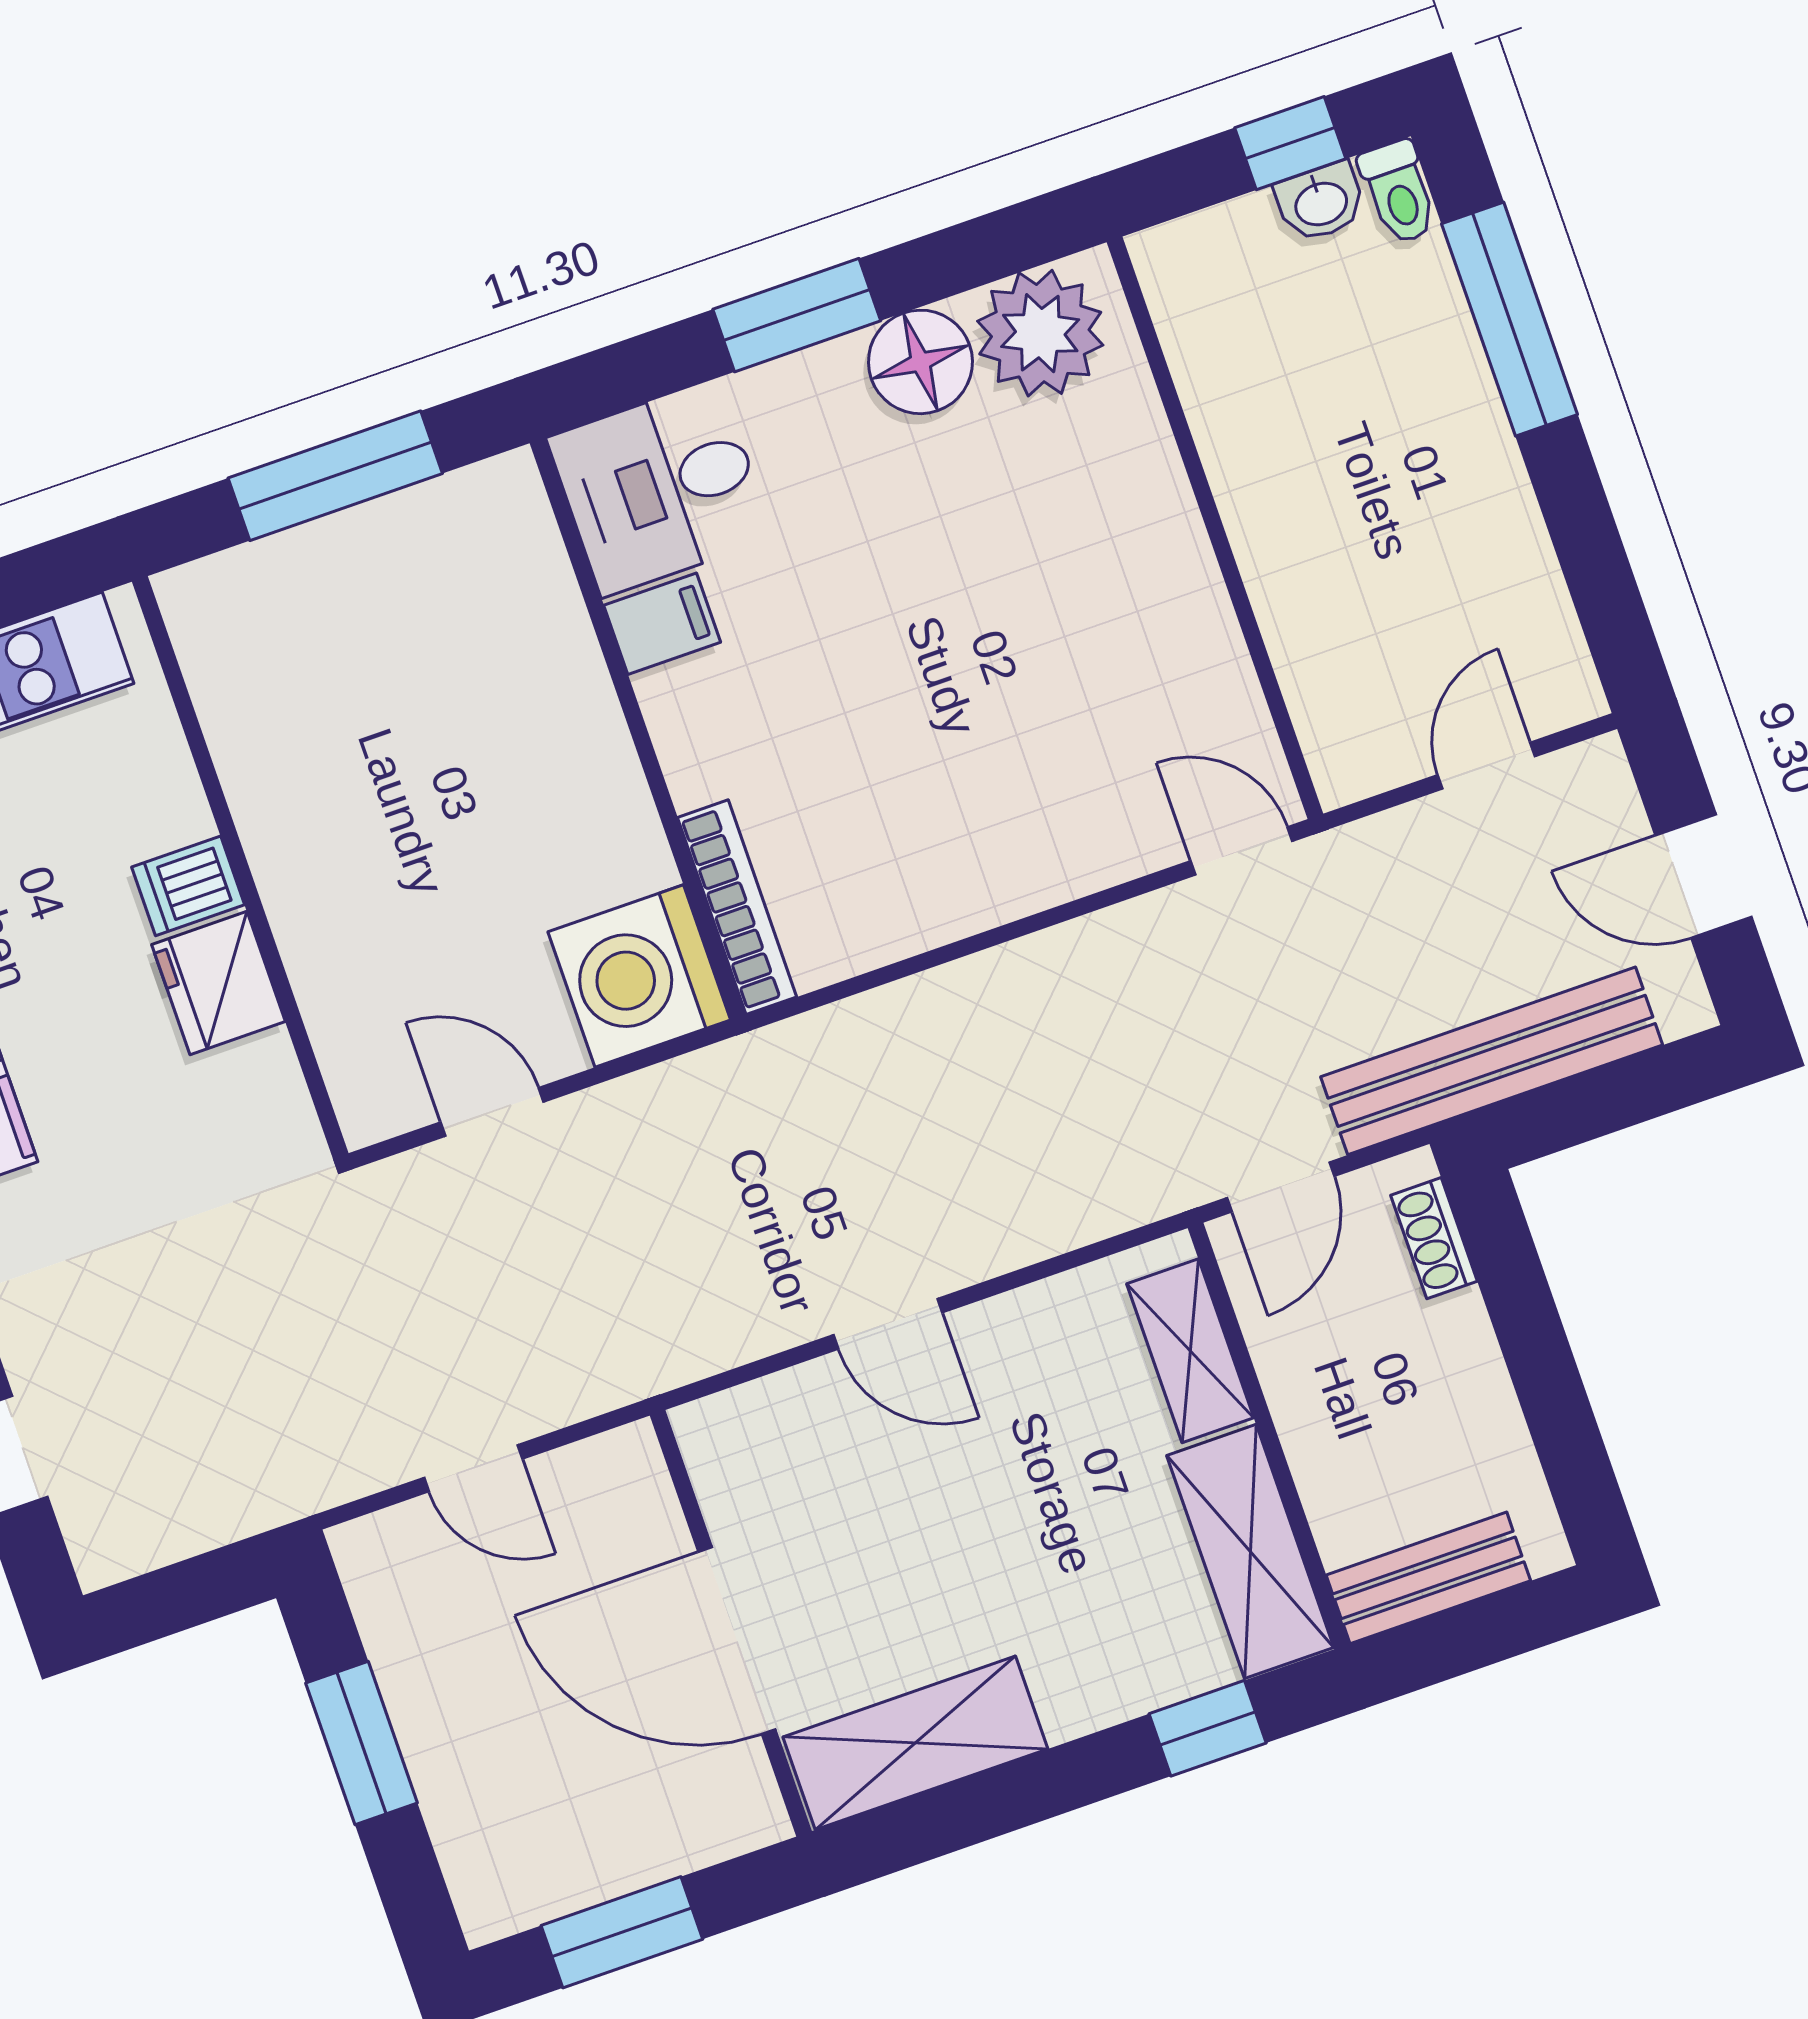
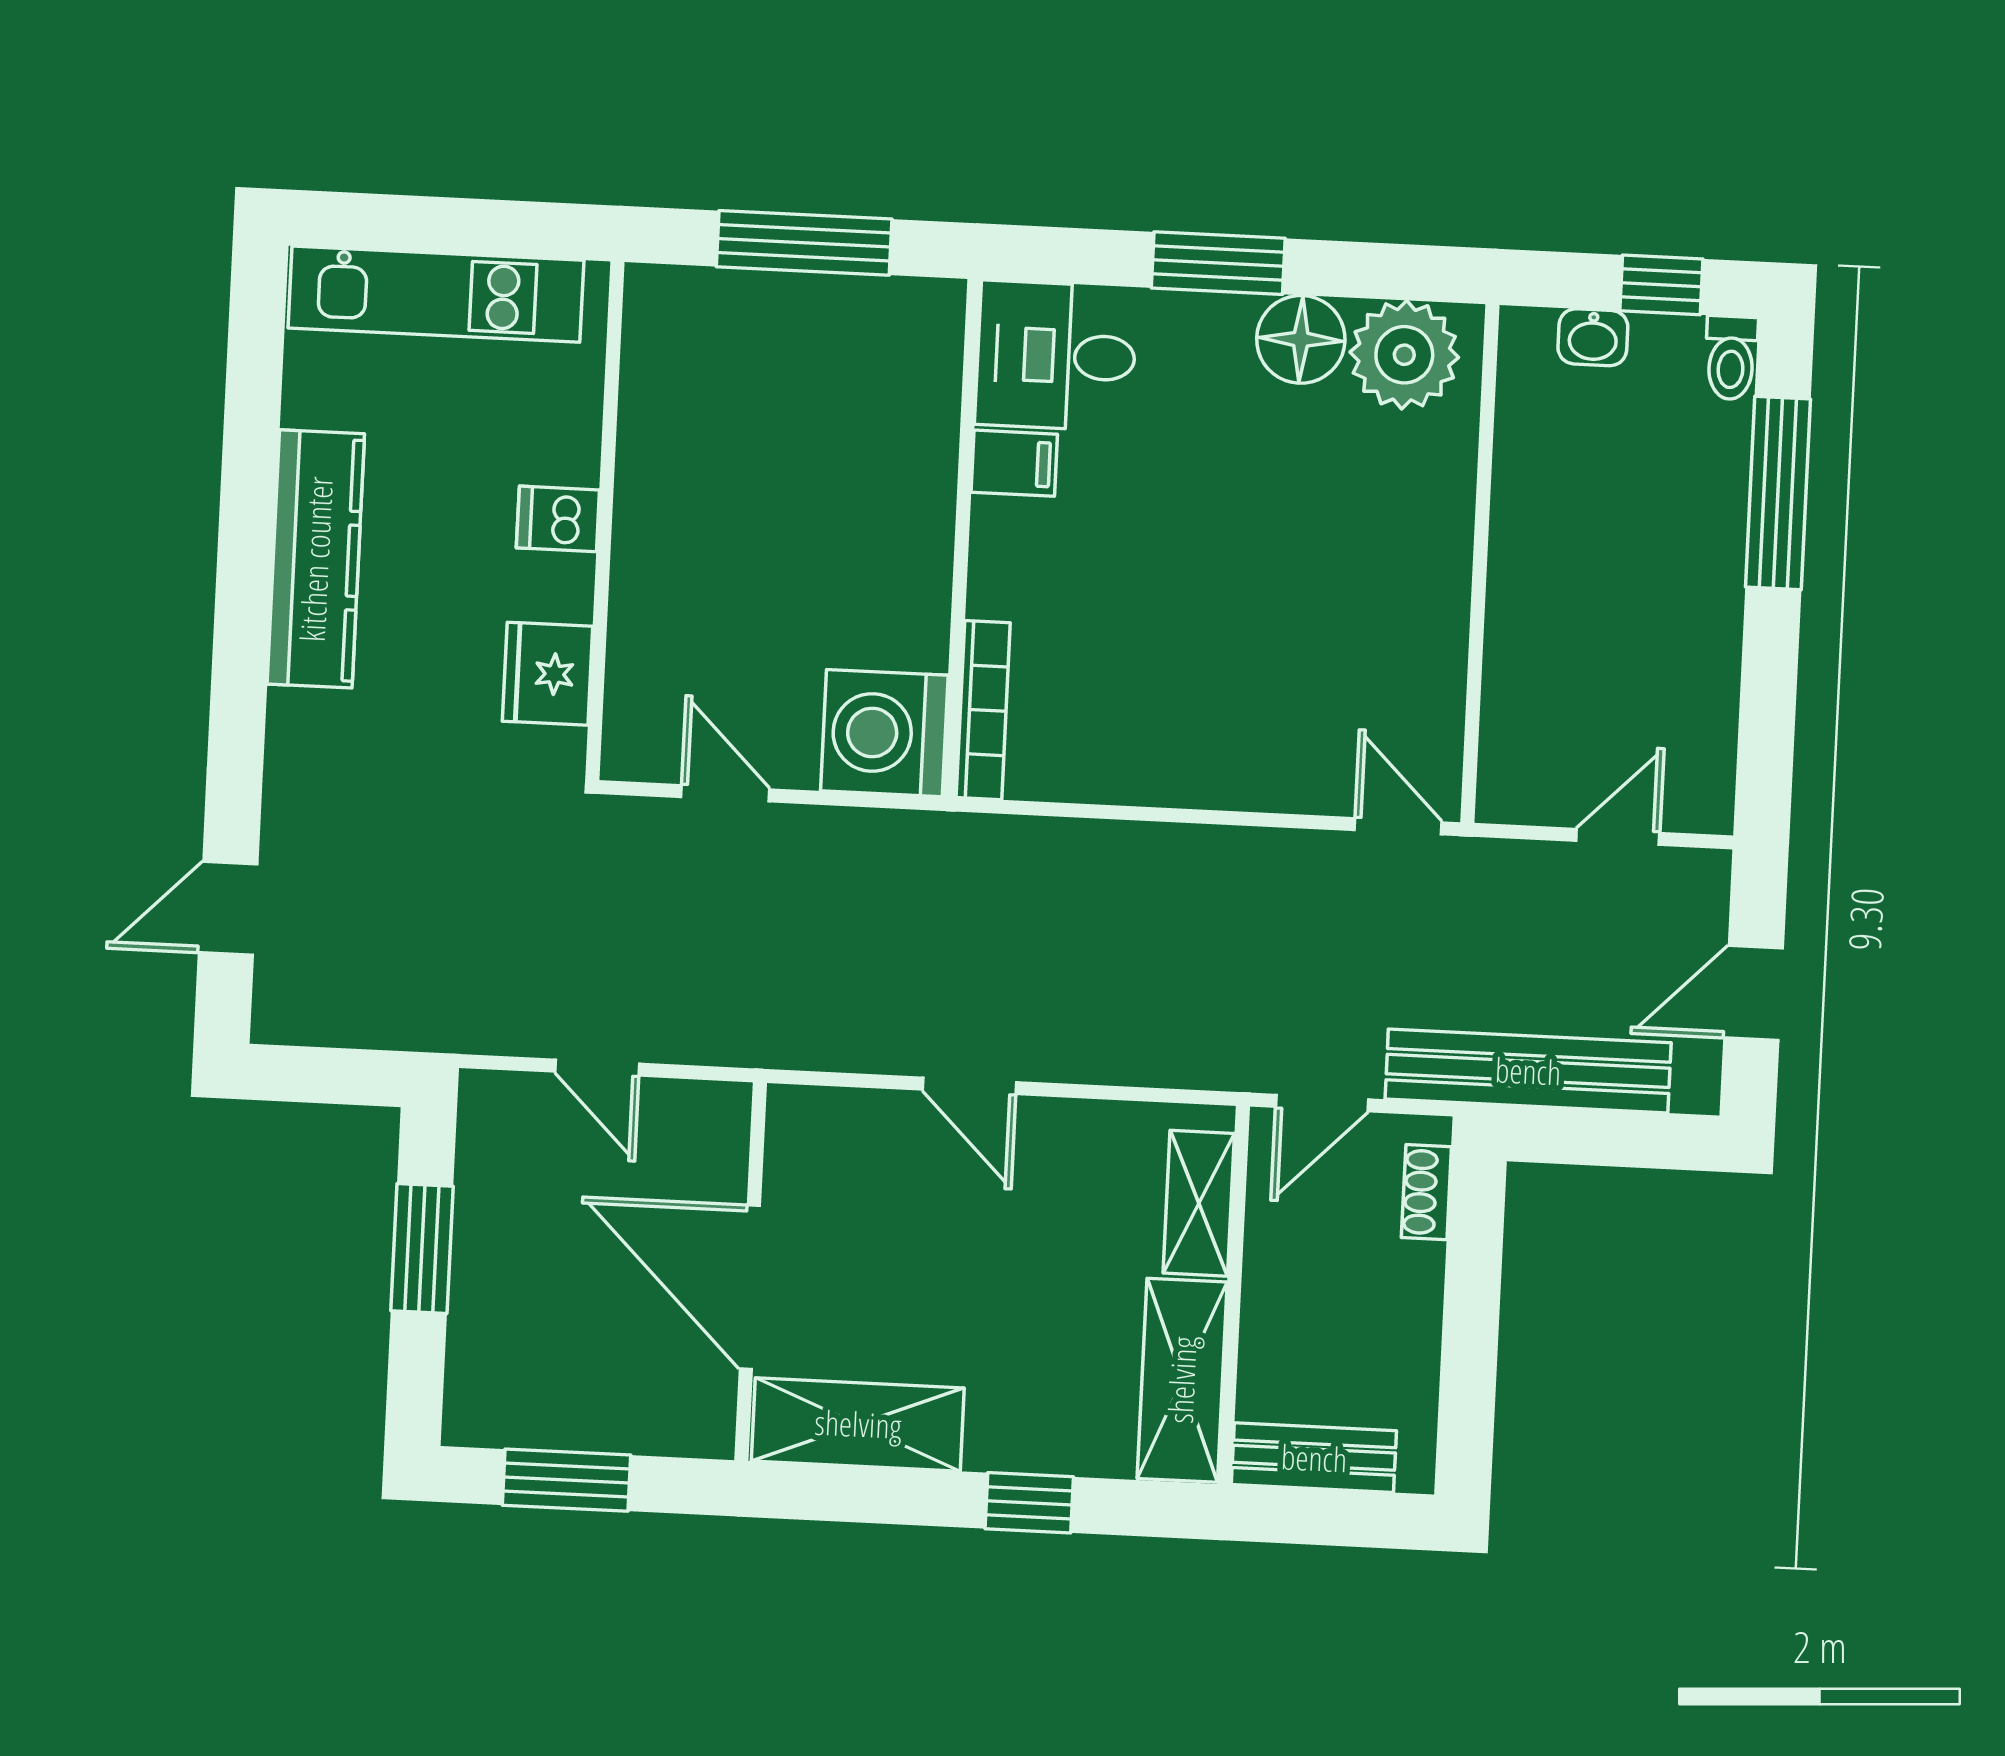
washbasin: (1321, 202) -> (1593, 337), moved
door: (1704, 876) -> (1754, 993), hinge flipped
fridge: (218, 983) -> (548, 674), moved
window: (1208, 1728) -> (1029, 1503), moved

